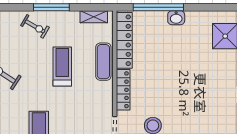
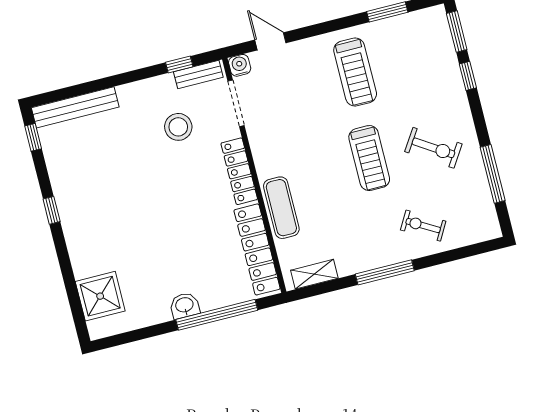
exercise bike: (35, 26) -> (423, 226), moved
treadmill: (62, 67) -> (369, 158), moved

